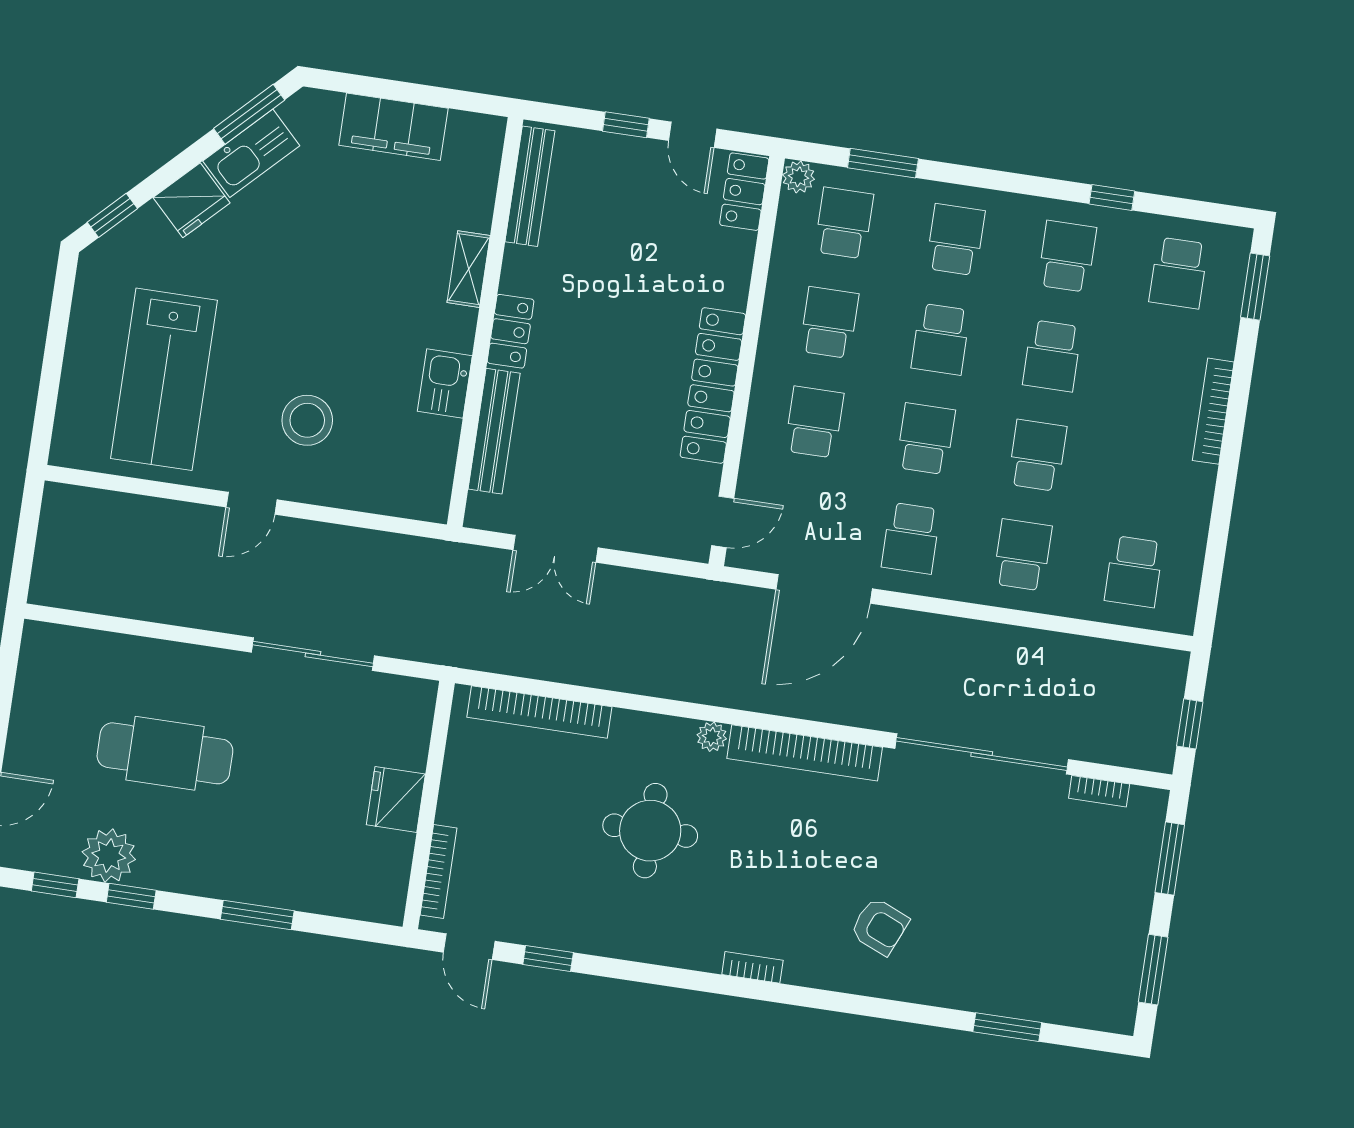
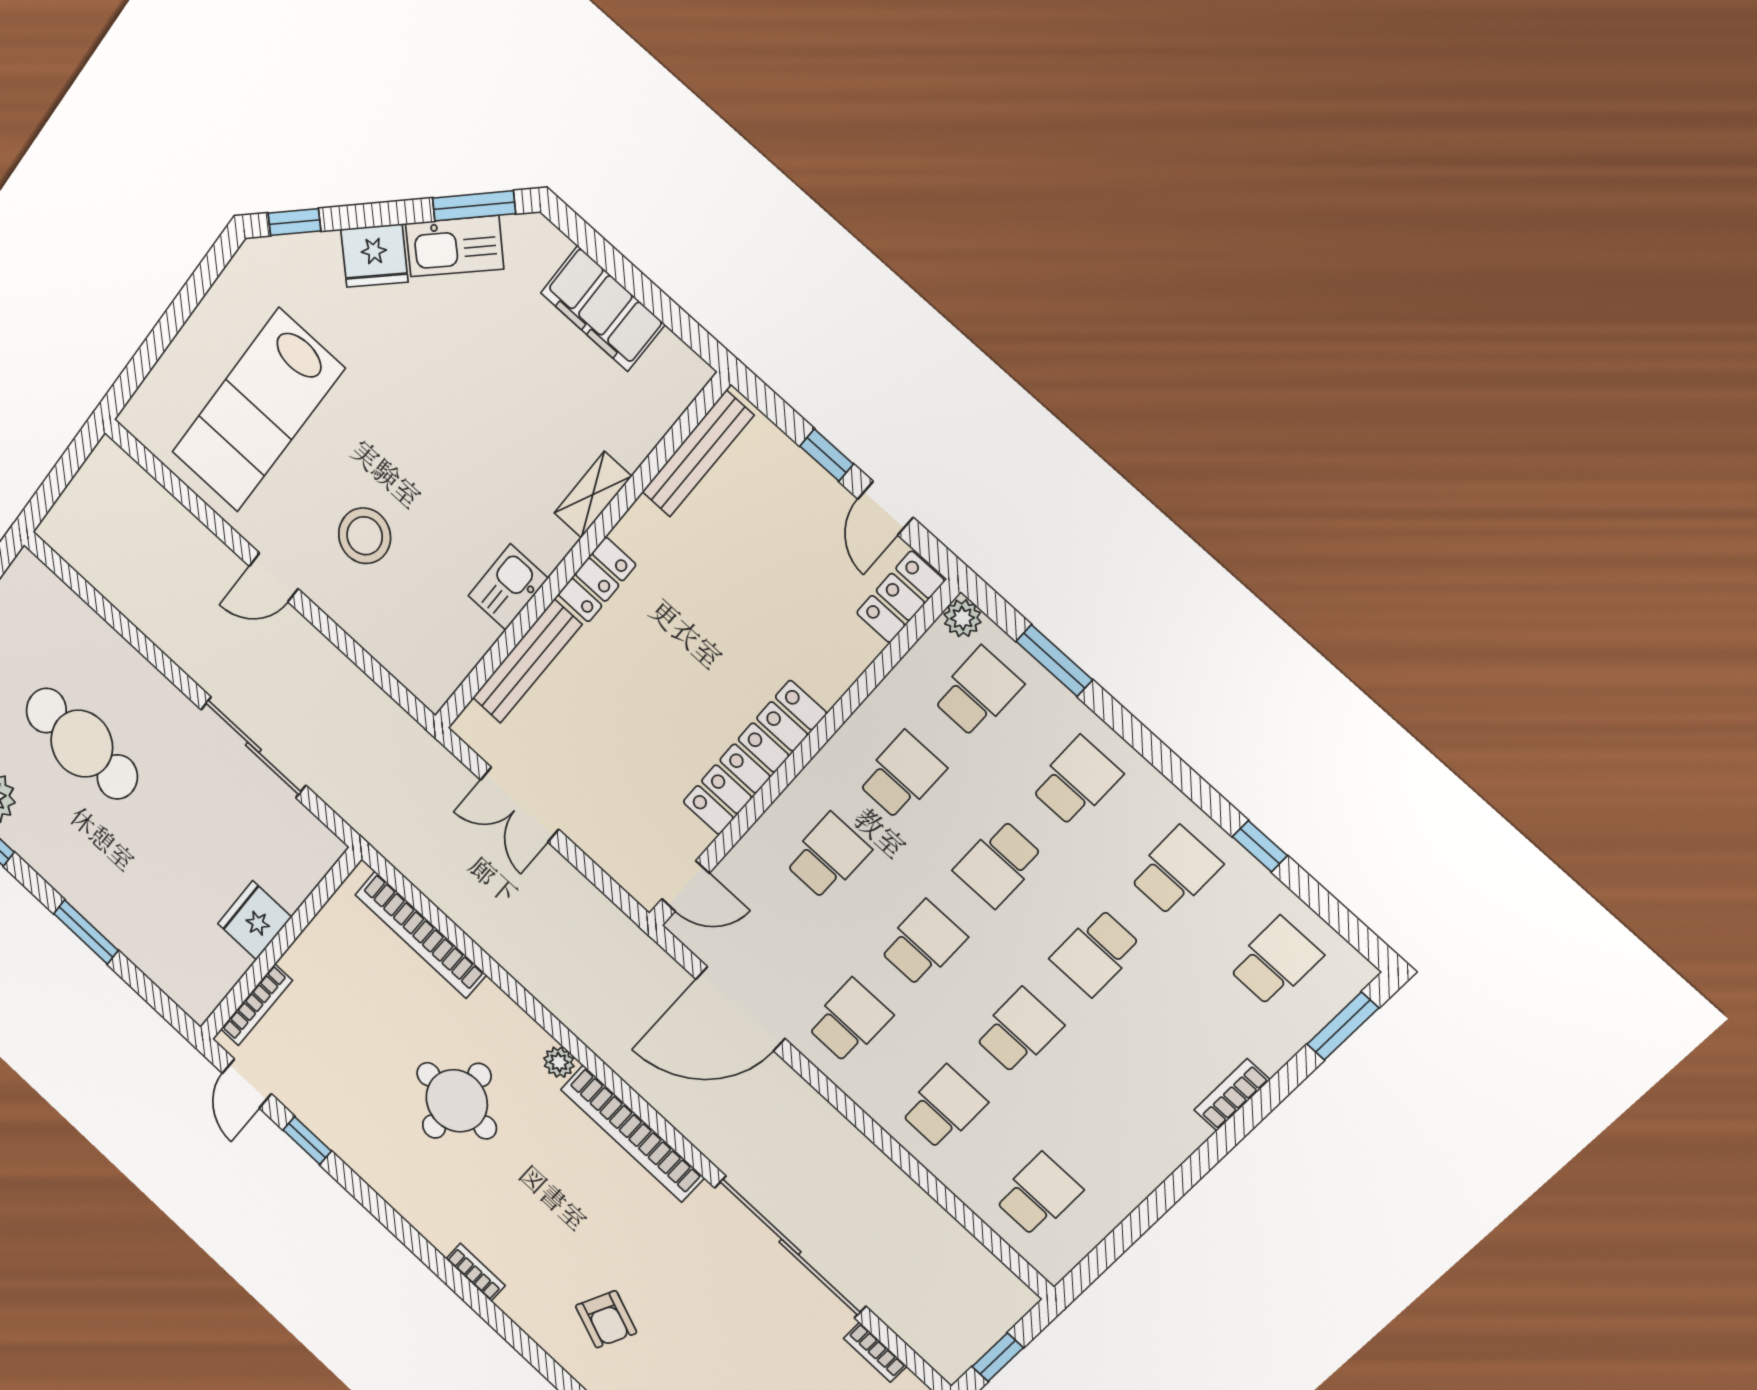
school desk: (1179, 273) -> (1275, 962), turned 180
bookcase: (1213, 411) -> (1232, 1095), width x0.64
school desk: (911, 538) -> (849, 1021), turned 180
school desk: (1134, 572) -> (1038, 1195), turned 180

